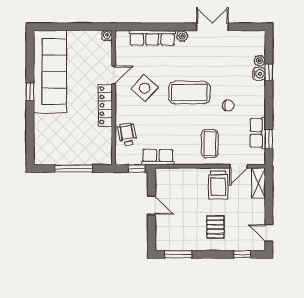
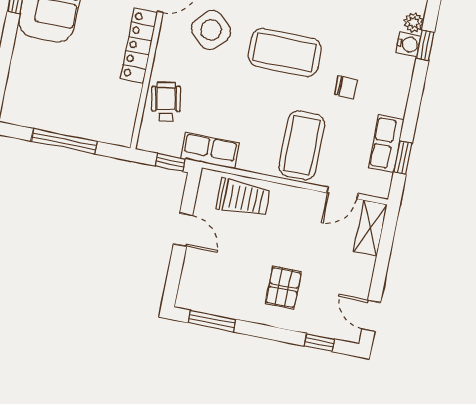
coffee table: (210, 144) -> (302, 145), width x1.36, depth x1.32
trolley: (218, 185) -> (243, 198), moved, turned -90

